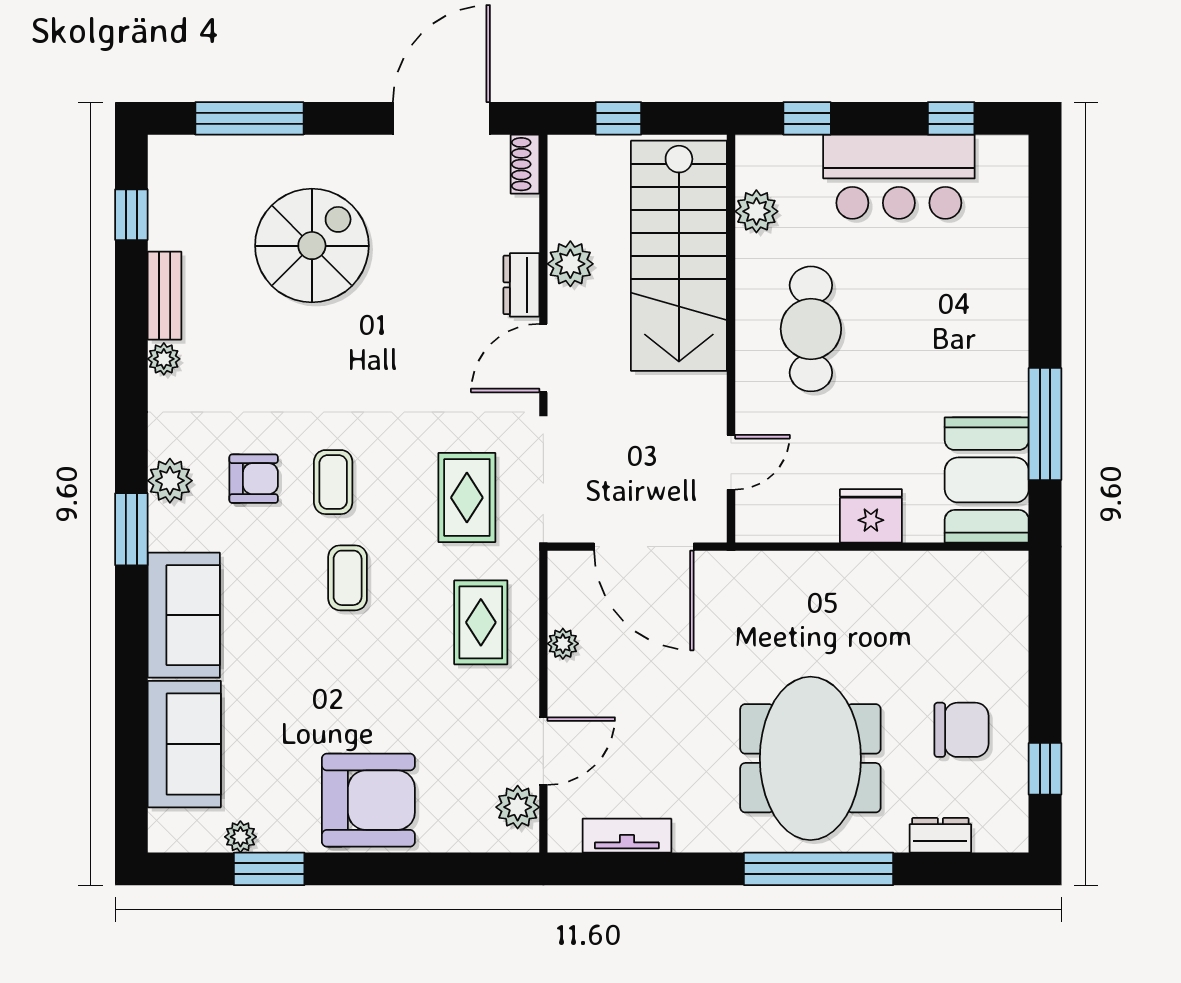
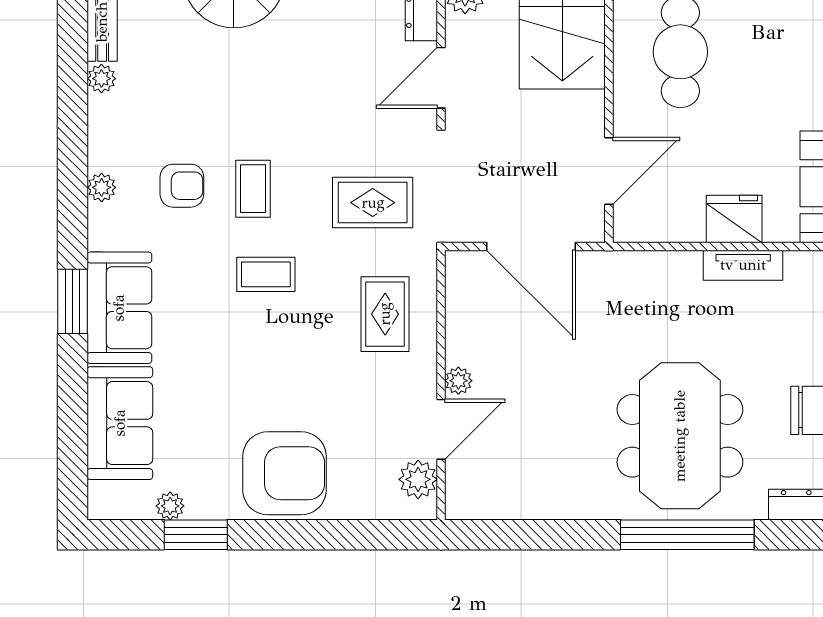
door: (731, 462) -> (609, 171), width x1.38
plant: (170, 481) -> (102, 187), width x0.73, depth x0.73
rug: (467, 498) -> (373, 203), turned 90
window: (131, 529) -> (73, 301), moved
coffee table: (348, 578) -> (266, 274), turned 90
plant: (563, 644) -> (458, 381), moved
tv unit: (627, 836) -> (743, 265), moved, turned 180

